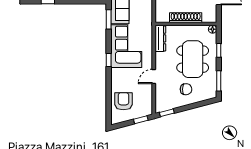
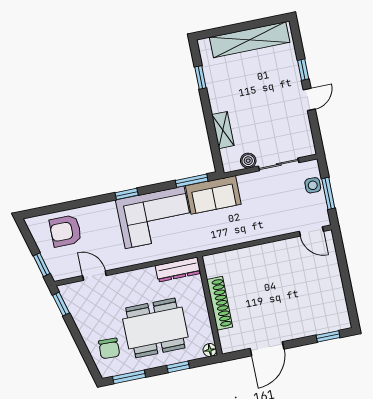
door: (154, 77) -> (94, 276), moved
chair: (186, 89) -> (109, 348), moved
armchair: (123, 101) -> (66, 231), turned 180

